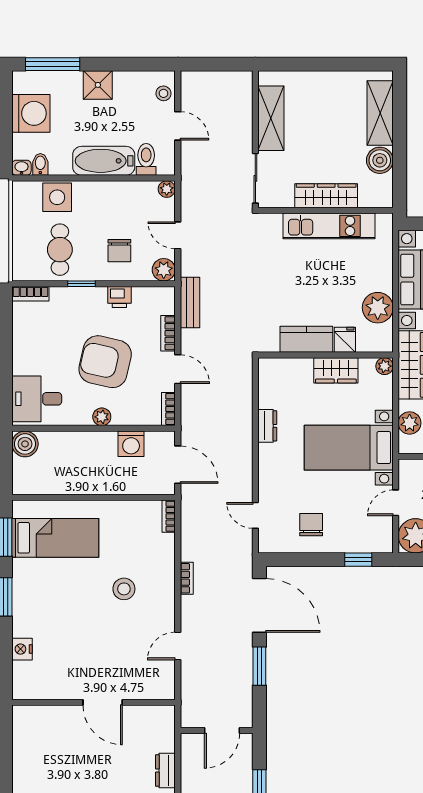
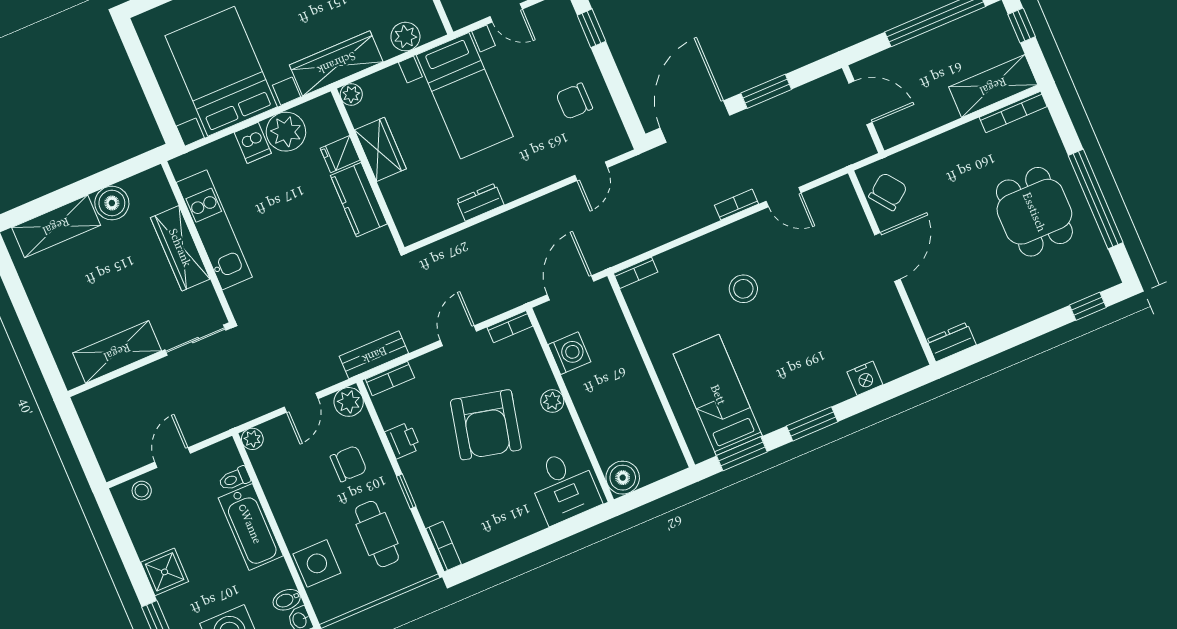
toilet: (146, 159) -> (234, 479), width x0.73, depth x0.72
cafe table: (60, 250) -> (377, 534), turned 90
dishwasher: (380, 280) -> (253, 143), added
bookcase: (168, 333) -> (390, 378), moved
bookcase: (187, 578) -> (737, 205), moved
chair: (149, 723) -> (888, 192), added
dresser: (165, 770) -> (951, 342), moved, turned 180

